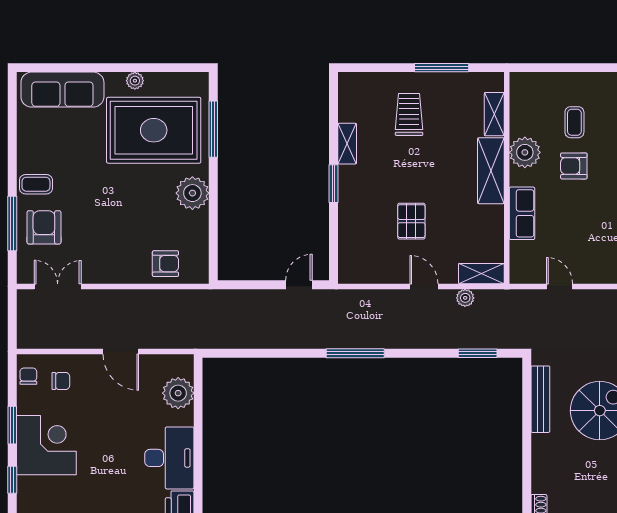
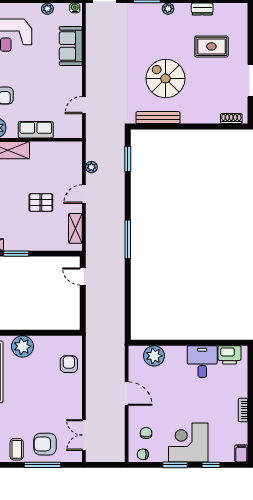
shelving: (481, 274) -> (75, 228), moved
door: (121, 352) -> (127, 394), hinge flipped
desk: (169, 458) -> (202, 362), width x0.73

